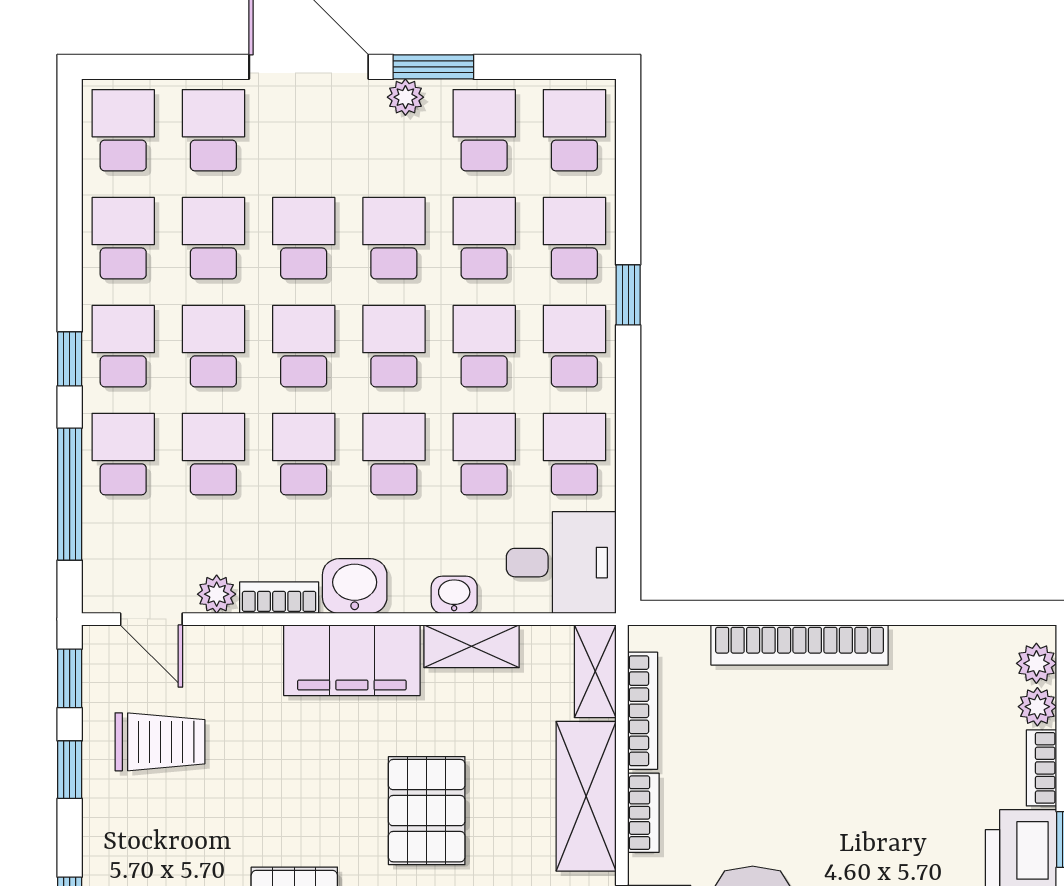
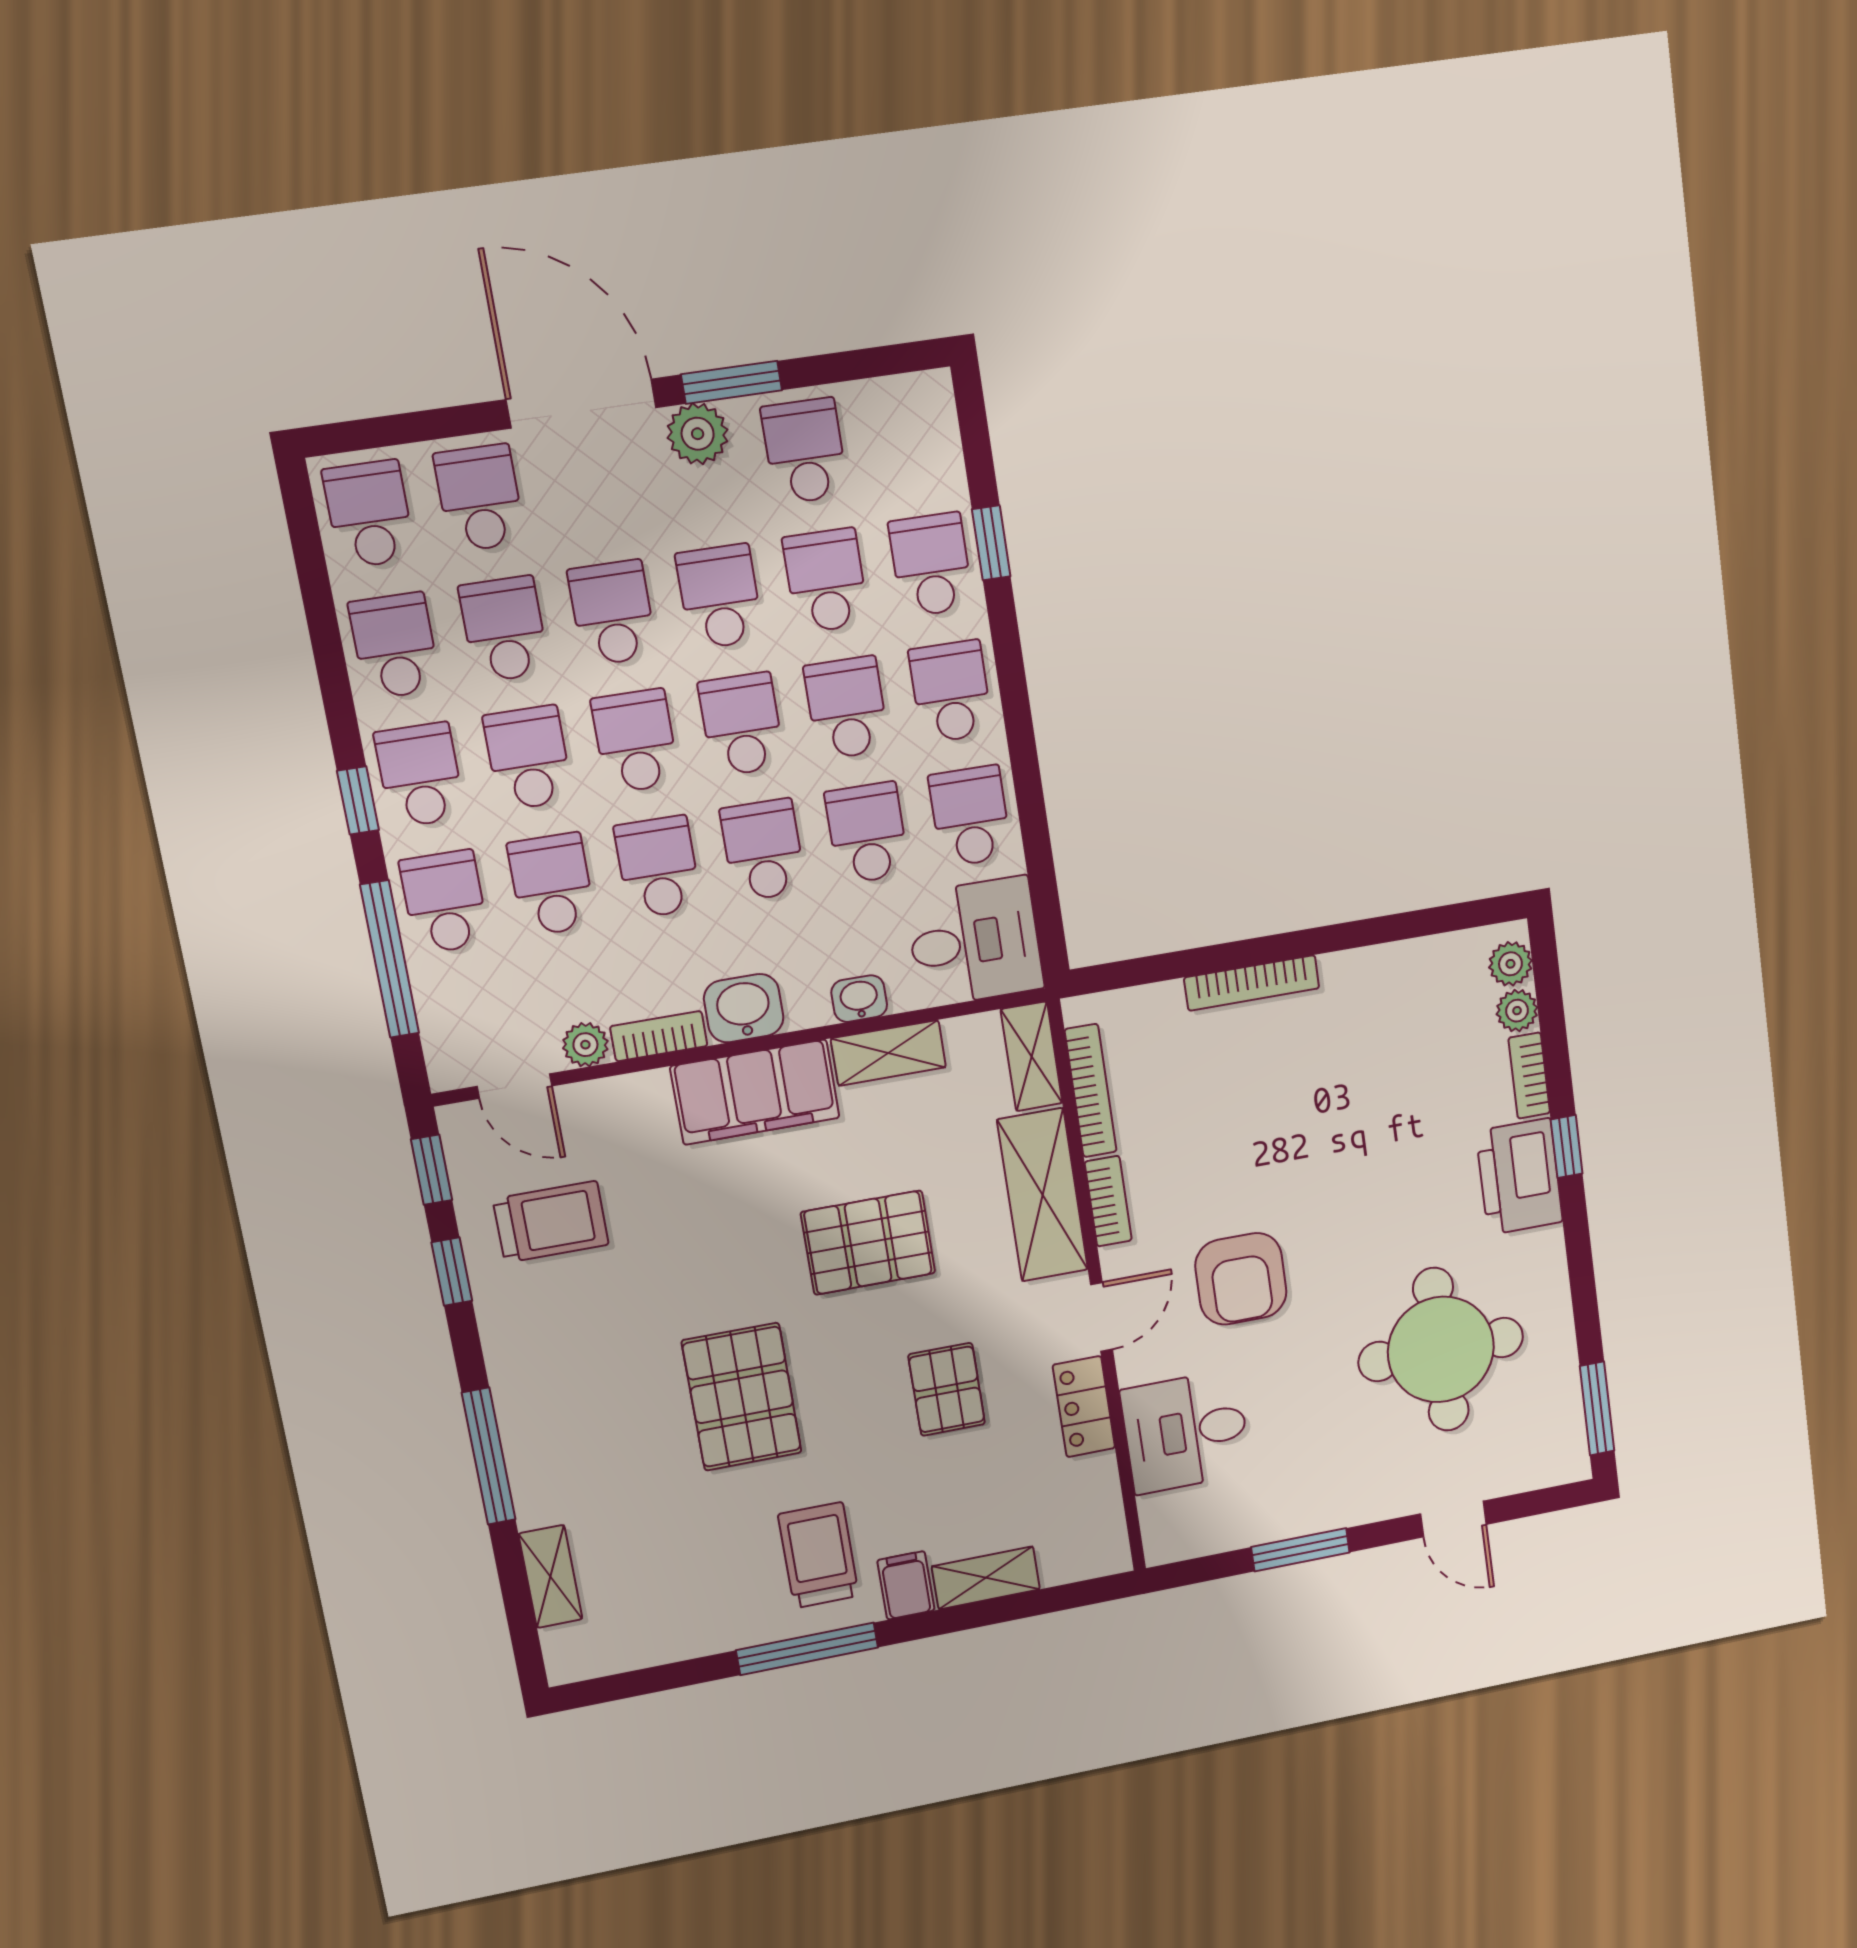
plant: (405, 97) -> (698, 434), width x1.38, depth x1.38
school desk: (574, 130) -> (911, 436), removed
window: (628, 295) -> (991, 543), moved
bookcase: (799, 645) -> (1252, 983), width x0.68, depth x0.76
pallet: (427, 811) -> (868, 1243), turned 90

